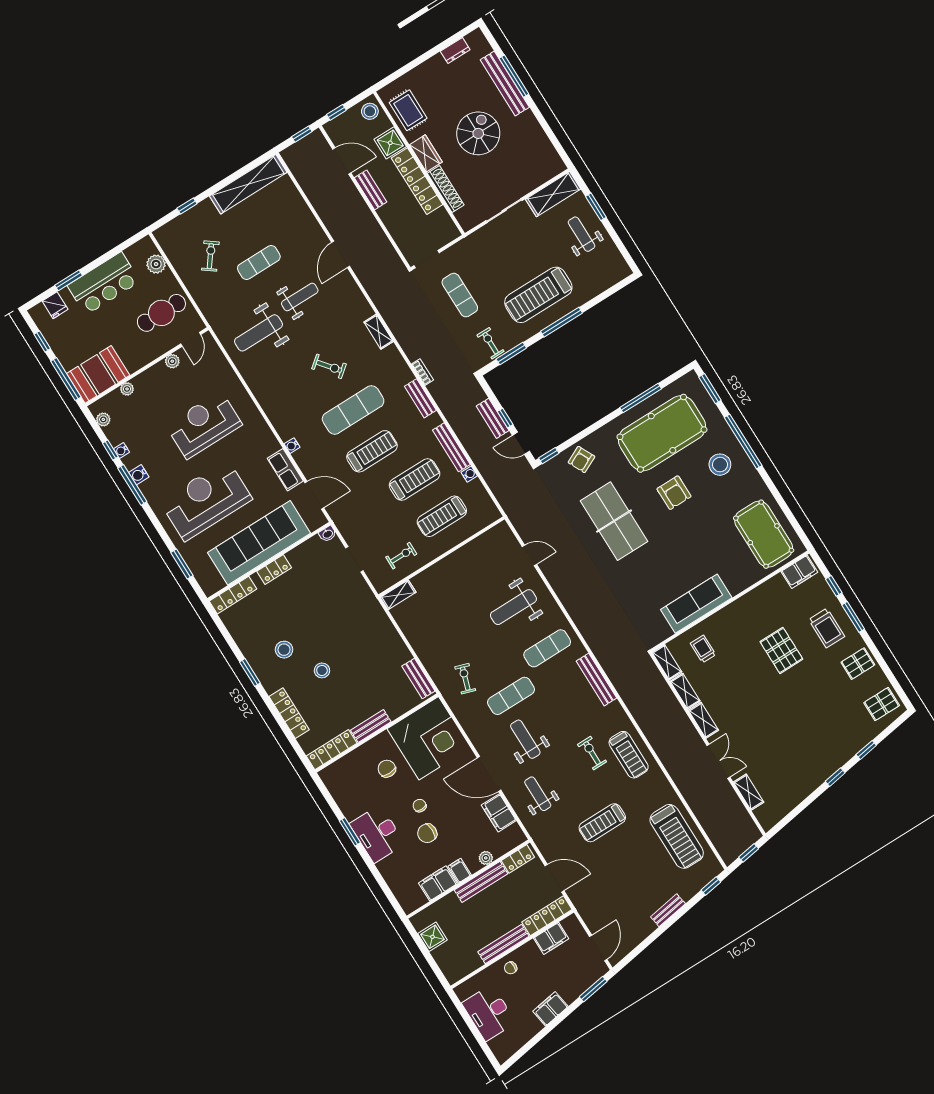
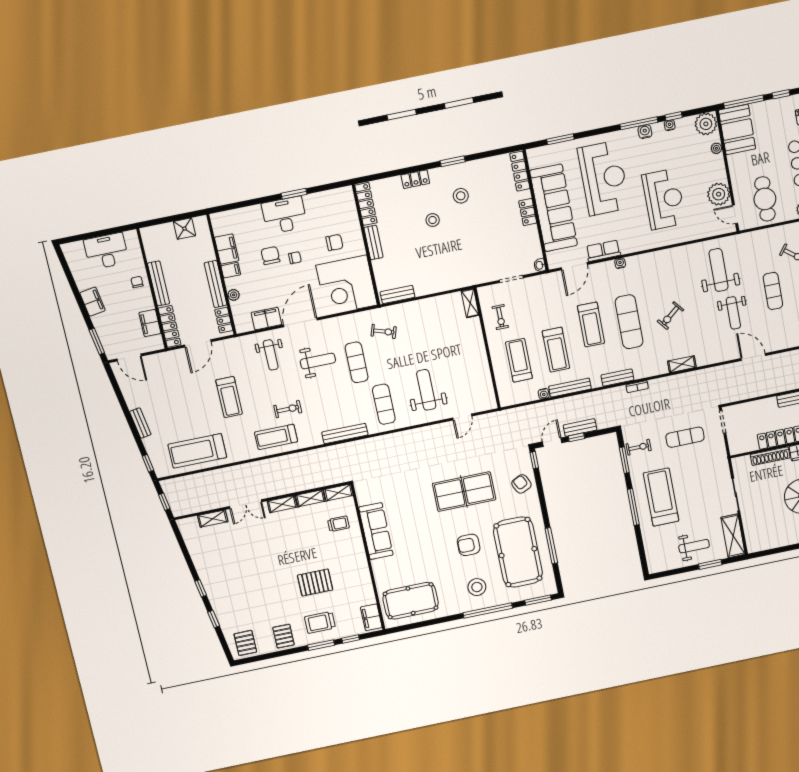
plant: (172, 361) -> (719, 194), width x1.88, depth x1.88
plant: (103, 419) -> (706, 124), width x1.87, depth x1.87
locker: (289, 713) -> (415, 179), width x0.66
weight bench: (538, 794) -> (271, 355), turned 90
treadmill: (602, 823) -> (229, 397), turned 180

